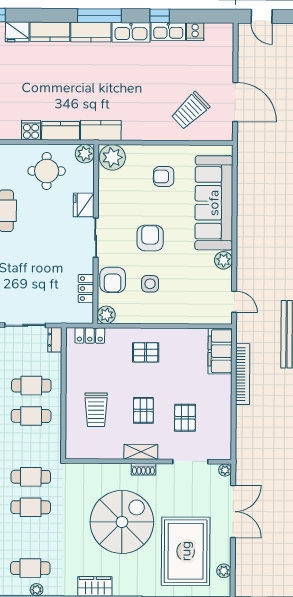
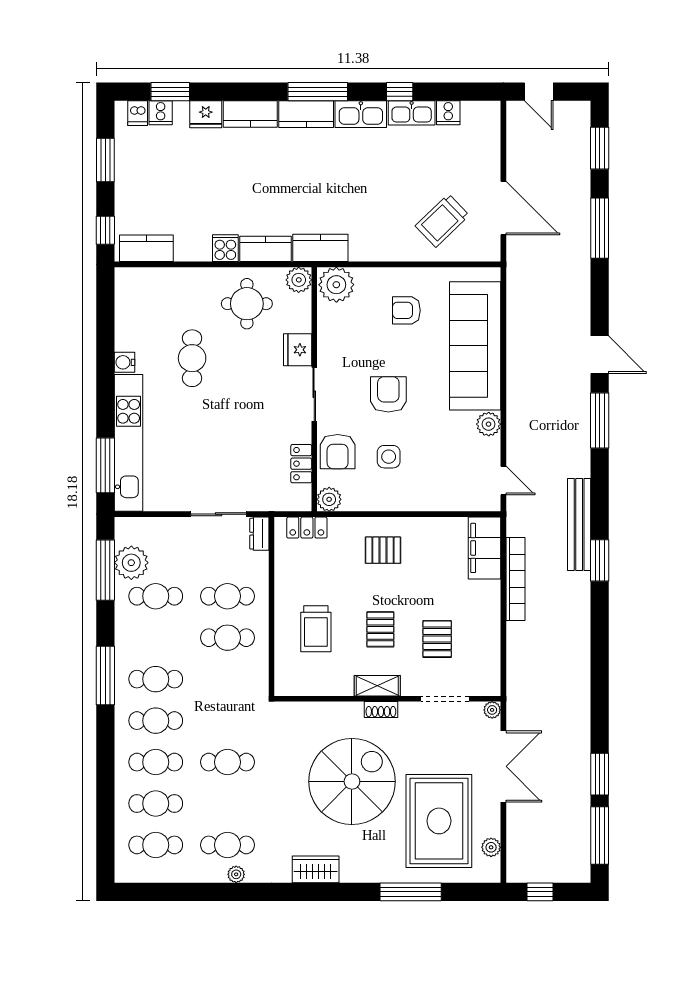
cafe table: (31, 477) -> (227, 721), removed

